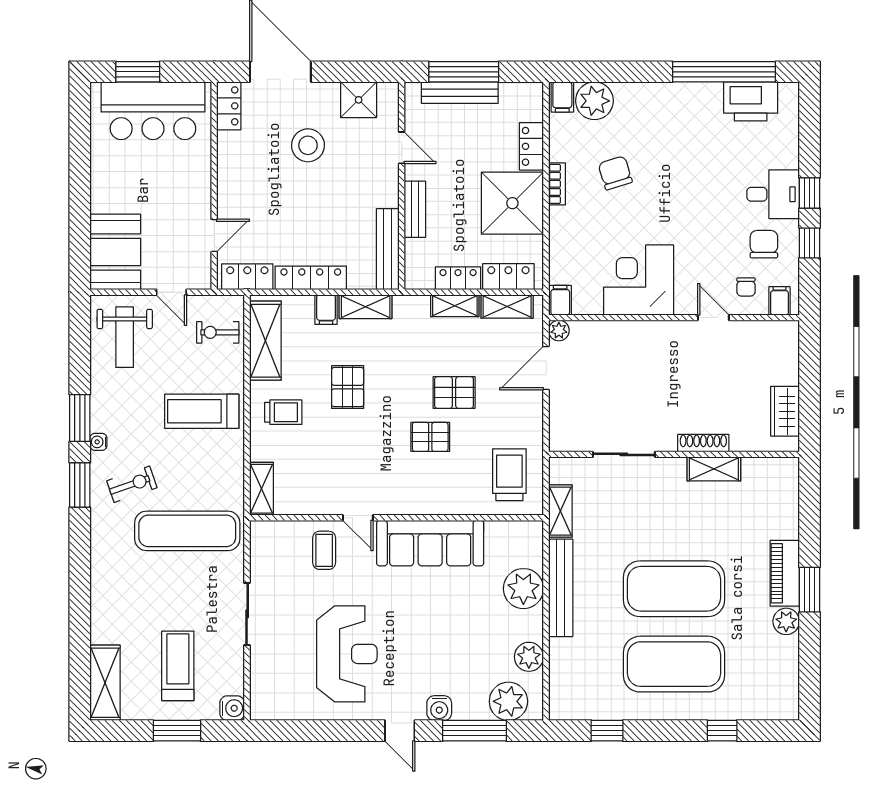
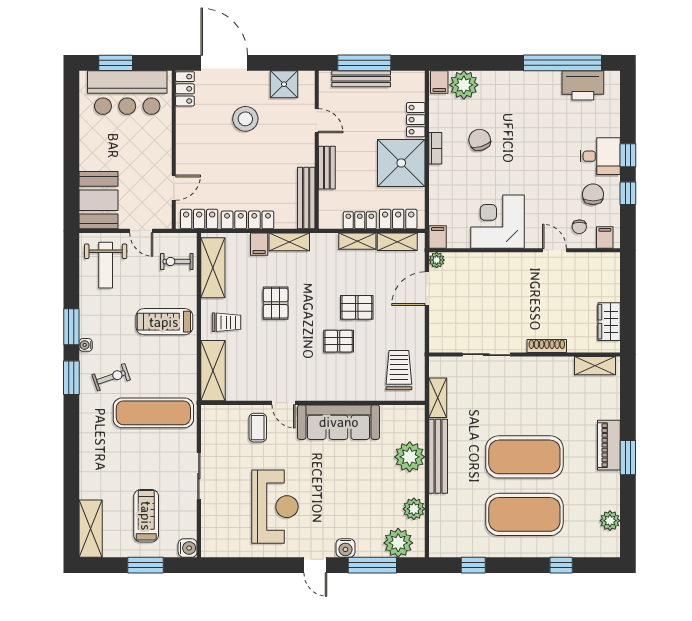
shelving: (714, 469) -> (595, 366), moved
shelving: (261, 489) -> (213, 371), width x1.50, depth x1.33
plant: (786, 621) -> (610, 521), moved

